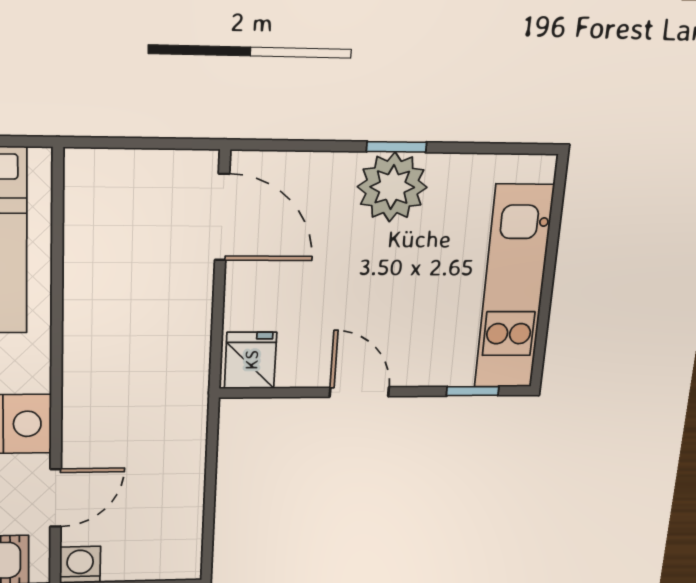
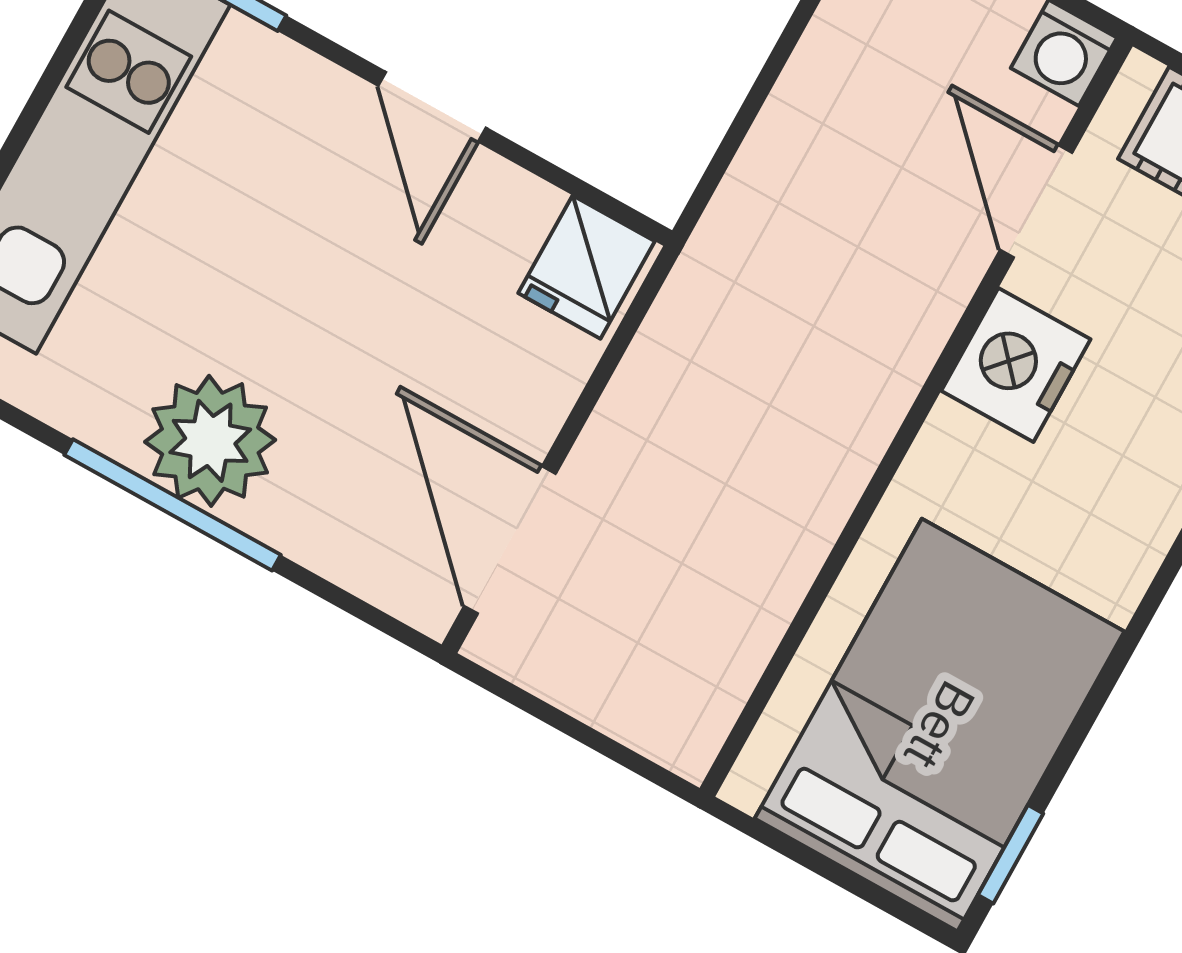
window: (397, 147) -> (172, 505), width x2.17
door: (56, 498) -> (1036, 201), hinge flipped

